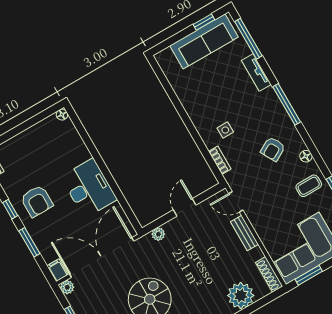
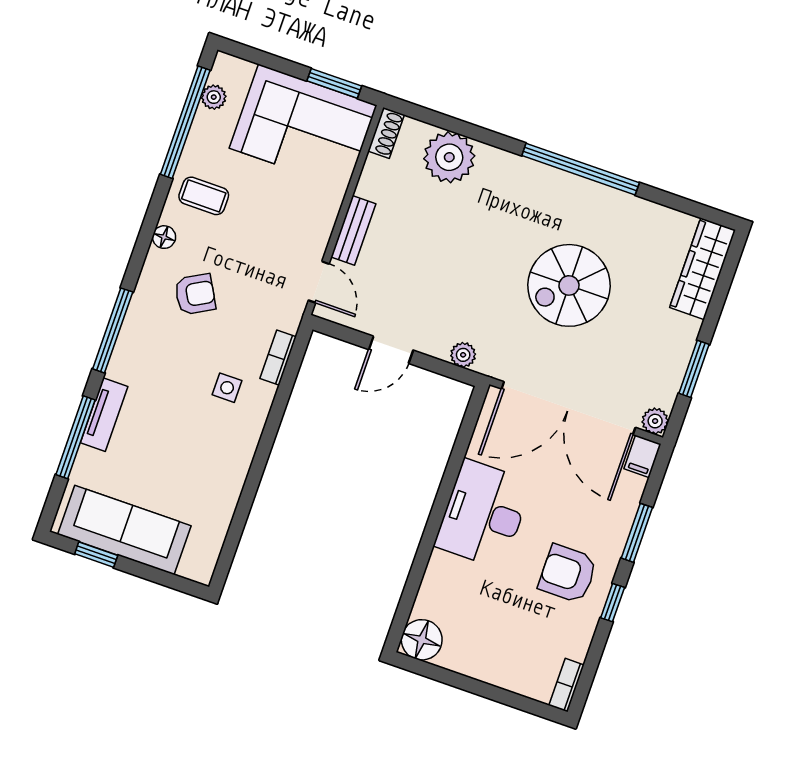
window: (248, 39) -> (75, 437), moved
floor lamp: (62, 115) -> (422, 640), width x1.89, depth x1.89
armchair: (37, 201) -> (568, 574), turned -90
shoe rack: (269, 274) -> (386, 133), width x0.70

